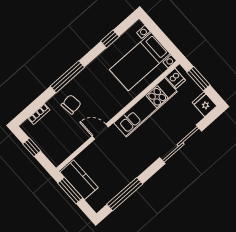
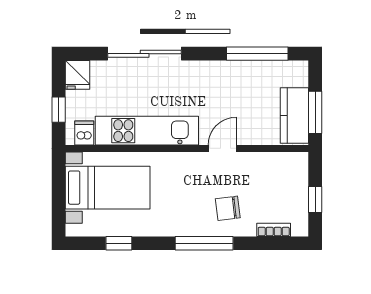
window: (199, 79) -> (59, 110), width x0.67
door: (100, 132) -> (222, 148), swing flipped

